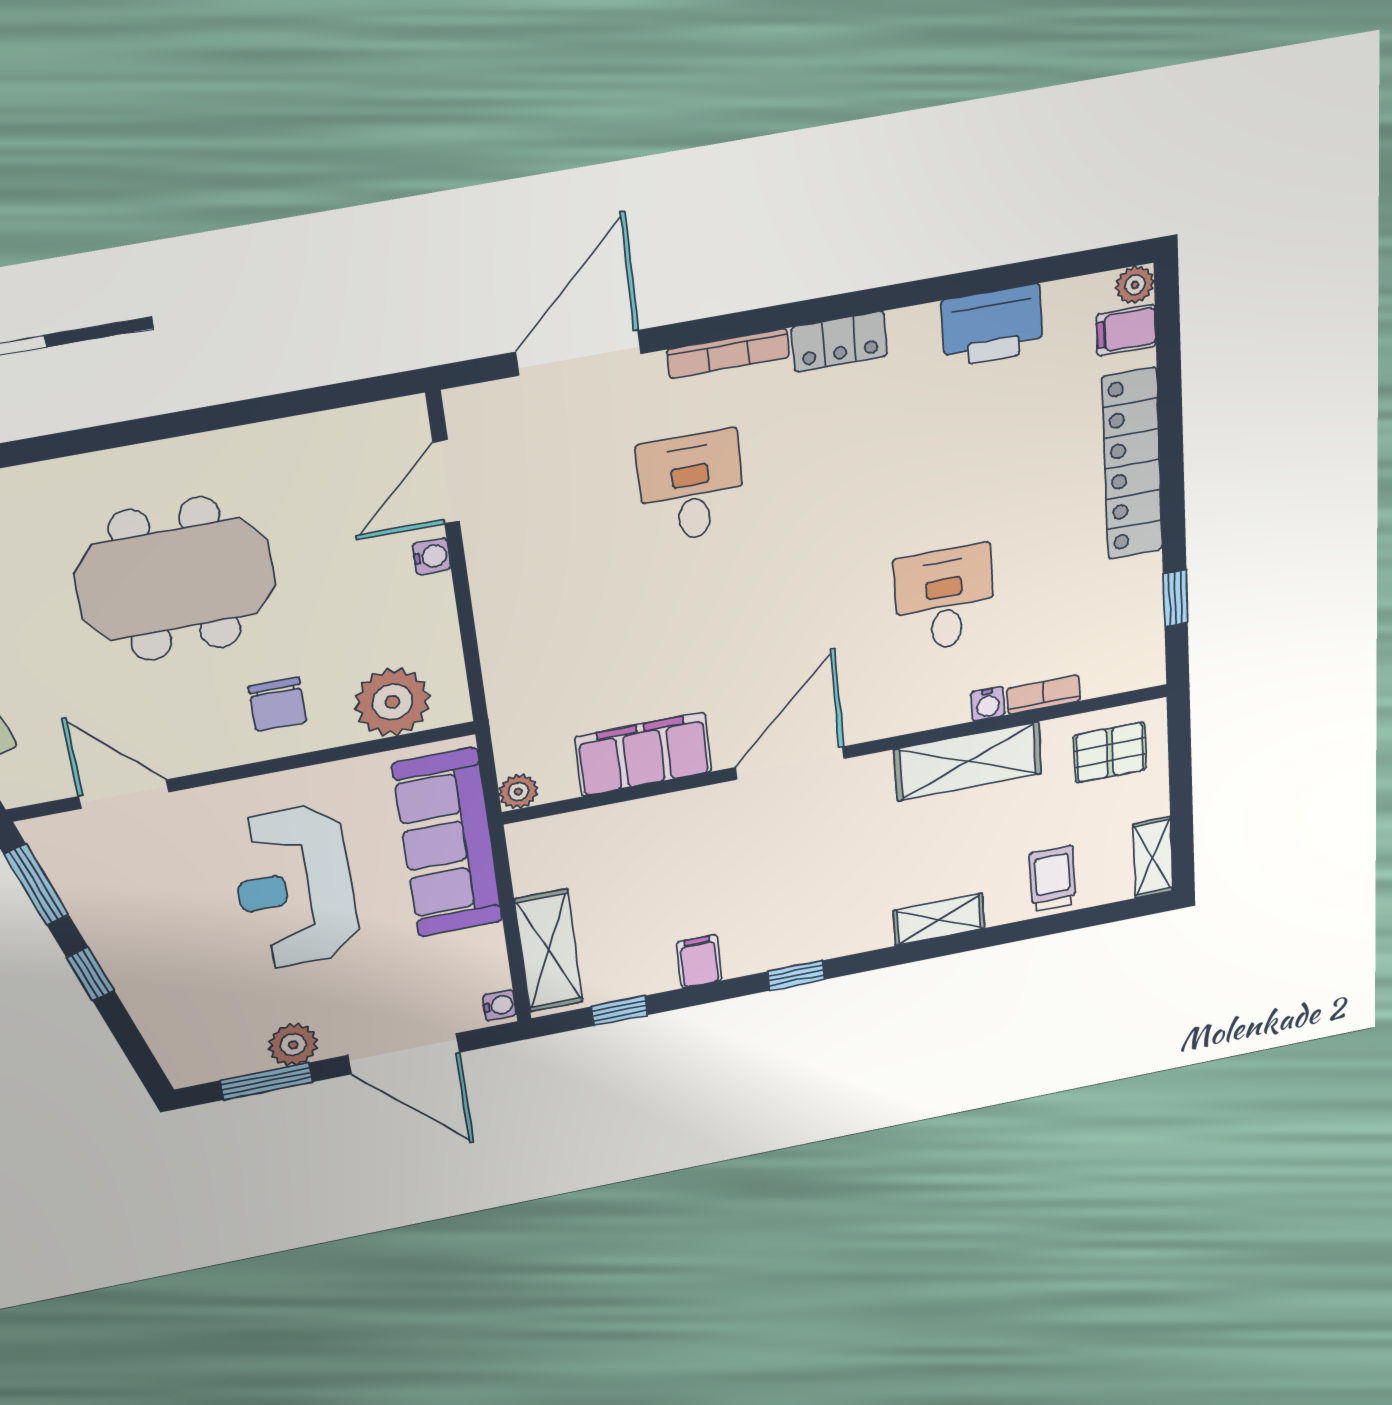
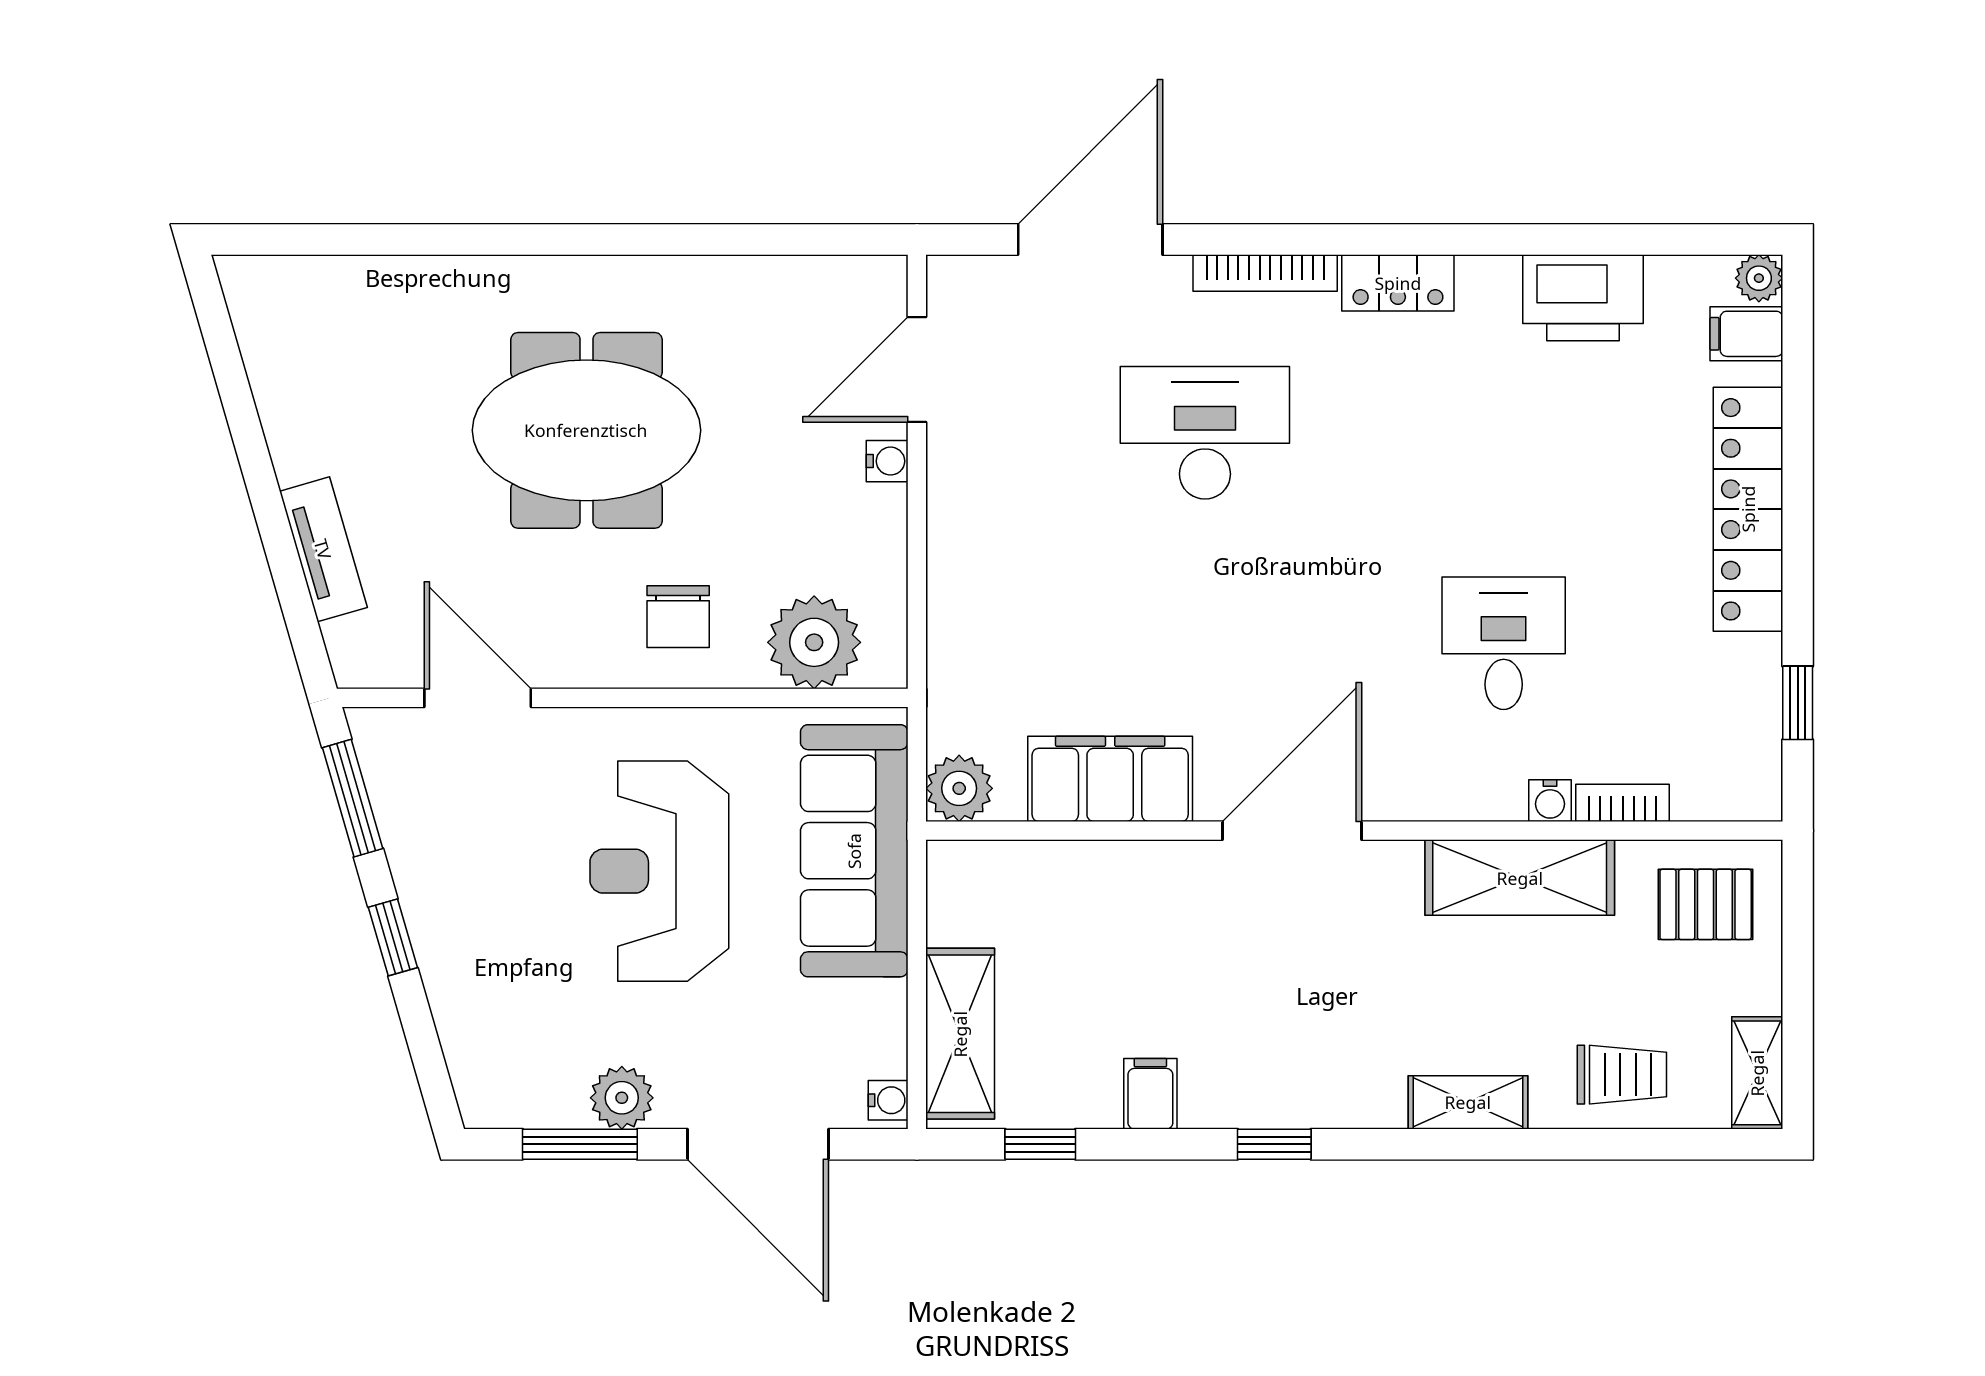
desk: (691, 487) -> (1205, 433), width x1.37
plant: (518, 792) -> (959, 788), width x1.38, depth x1.38
trolley: (1052, 879) -> (1622, 1075), turned 90

